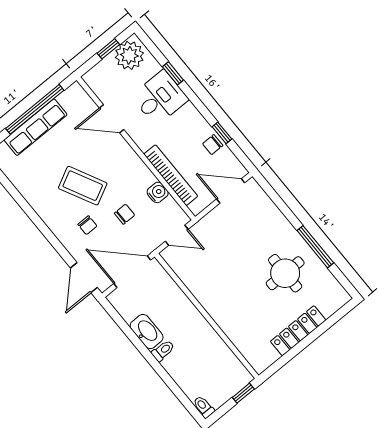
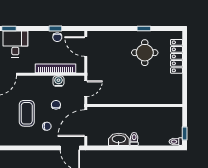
coffee table: (83, 186) -> (27, 113), turned -63
door: (231, 191) -> (86, 46), hinge flipped
window: (315, 247) -> (144, 28), width x0.46
locker: (298, 331) -> (176, 56), moved
window: (243, 393) -> (185, 134), moved

